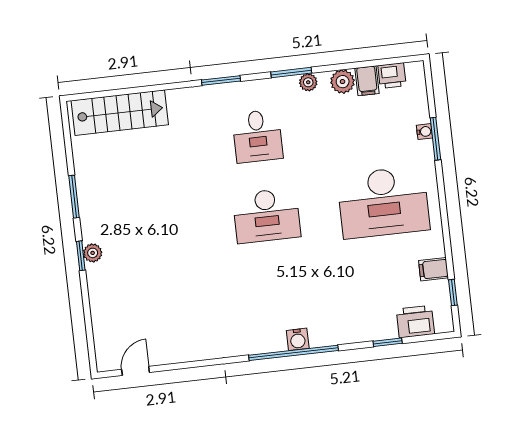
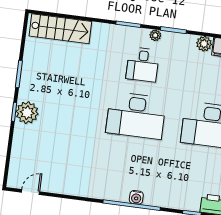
plant: (308, 82) -> (155, 35), moved
desk: (267, 216) -> (136, 115), width x1.36, depth x1.30
plant: (93, 253) -> (27, 113), width x1.88, depth x1.88

